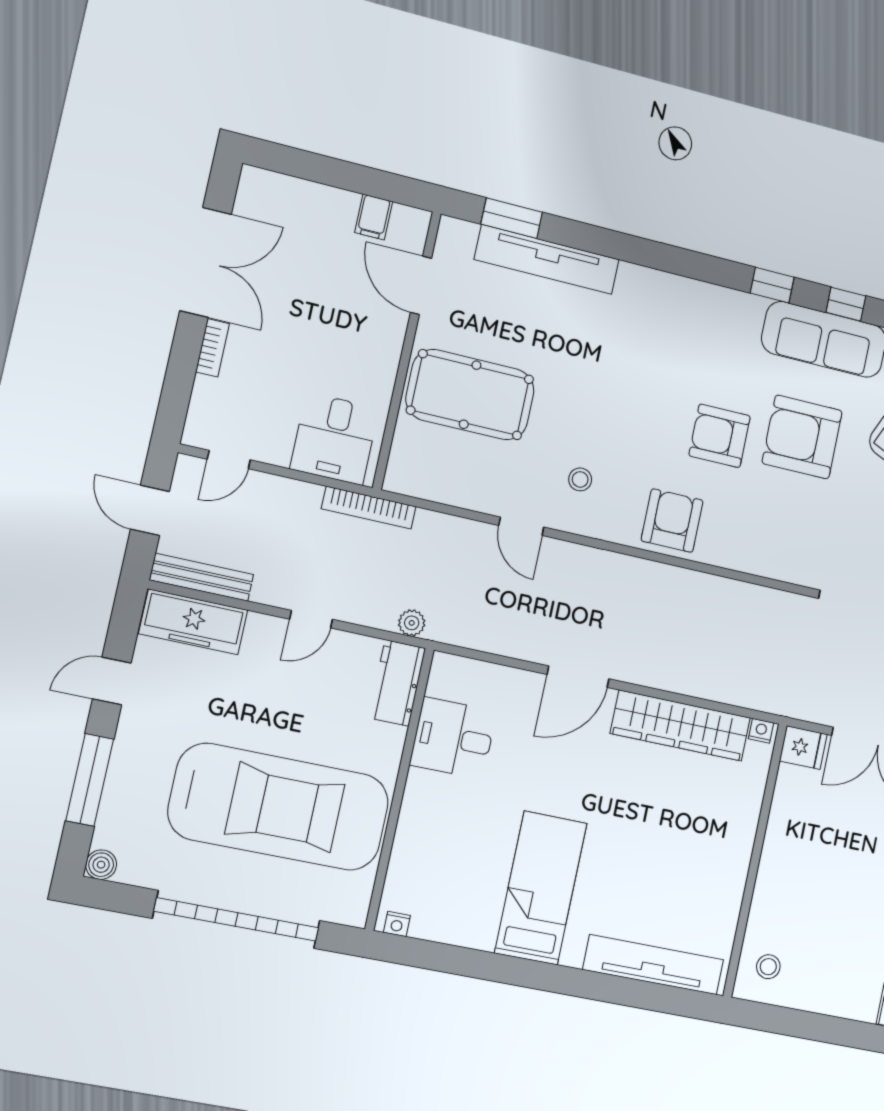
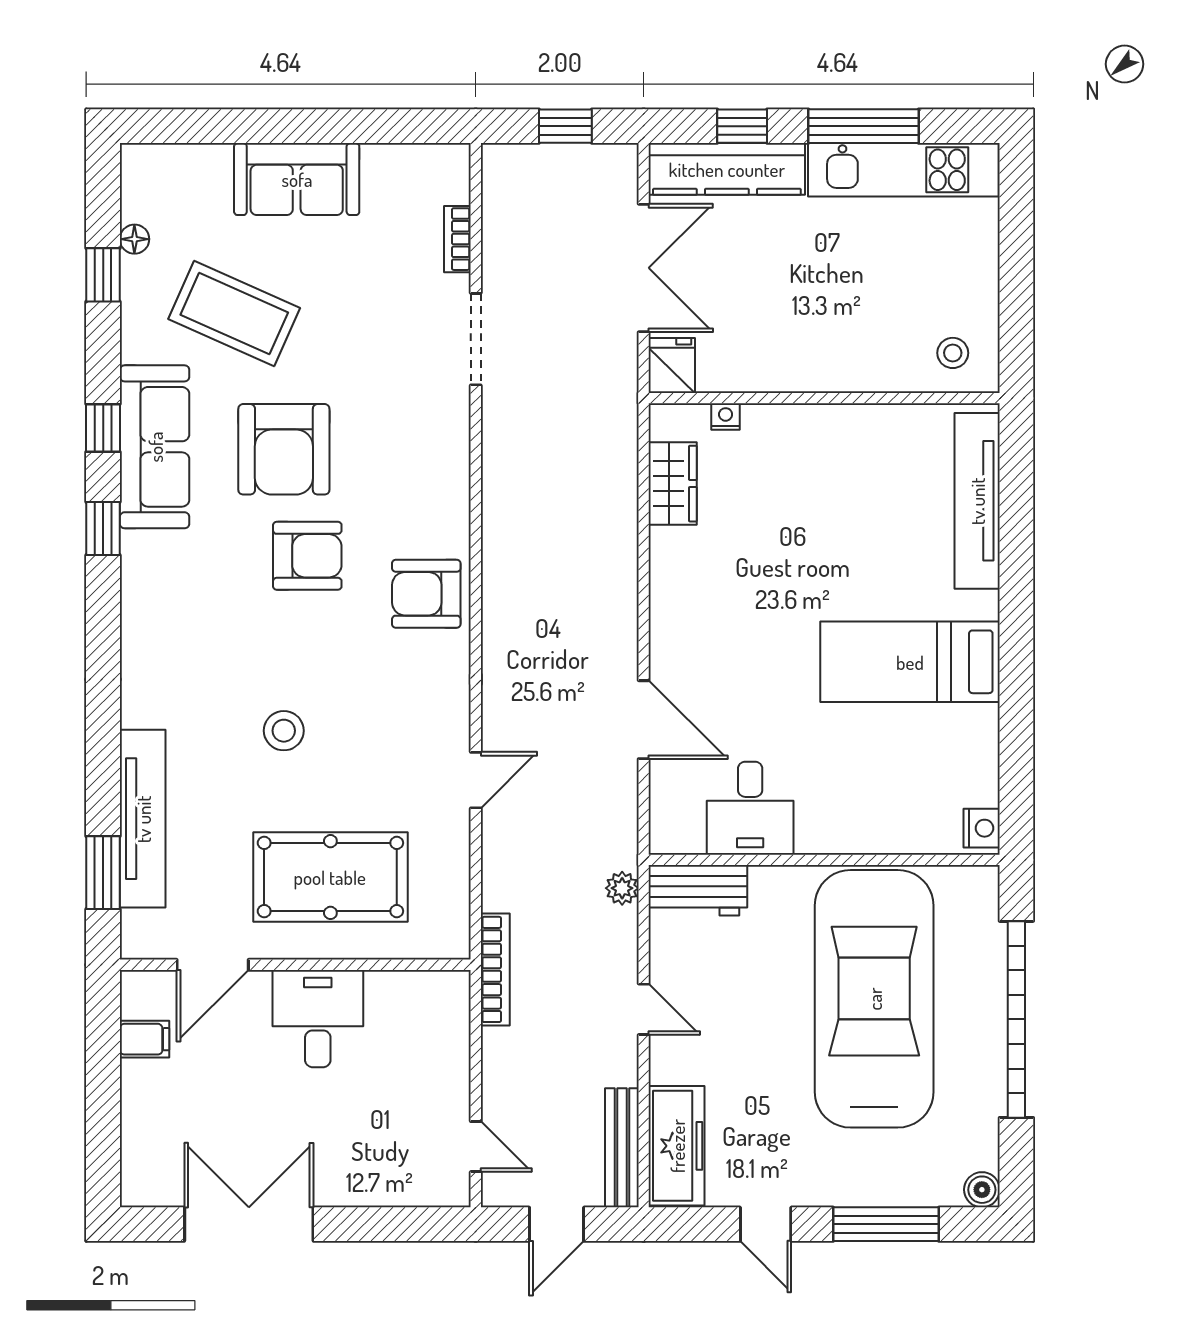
bookcase: (213, 348) -> (348, 1194), removed
pool table: (470, 395) -> (330, 877), turned 90
armchair: (720, 436) -> (307, 556), turned -90
desk: (335, 439) -> (318, 1019), moved, turned -90
stool: (580, 479) -> (284, 731), moved, width x1.37, depth x1.37
door: (578, 677) -> (644, 720), moved
wardrobe: (681, 726) -> (673, 484), width x0.48, depth x0.85
nightstand: (761, 731) -> (726, 417), moved, turned 90
nightstand: (397, 924) -> (982, 828), width x1.39, depth x1.35

